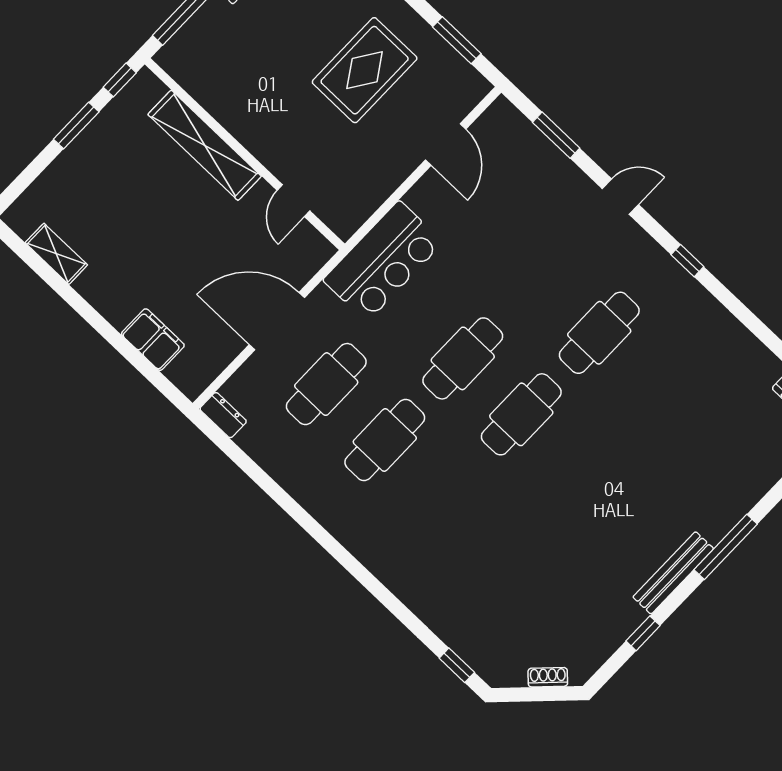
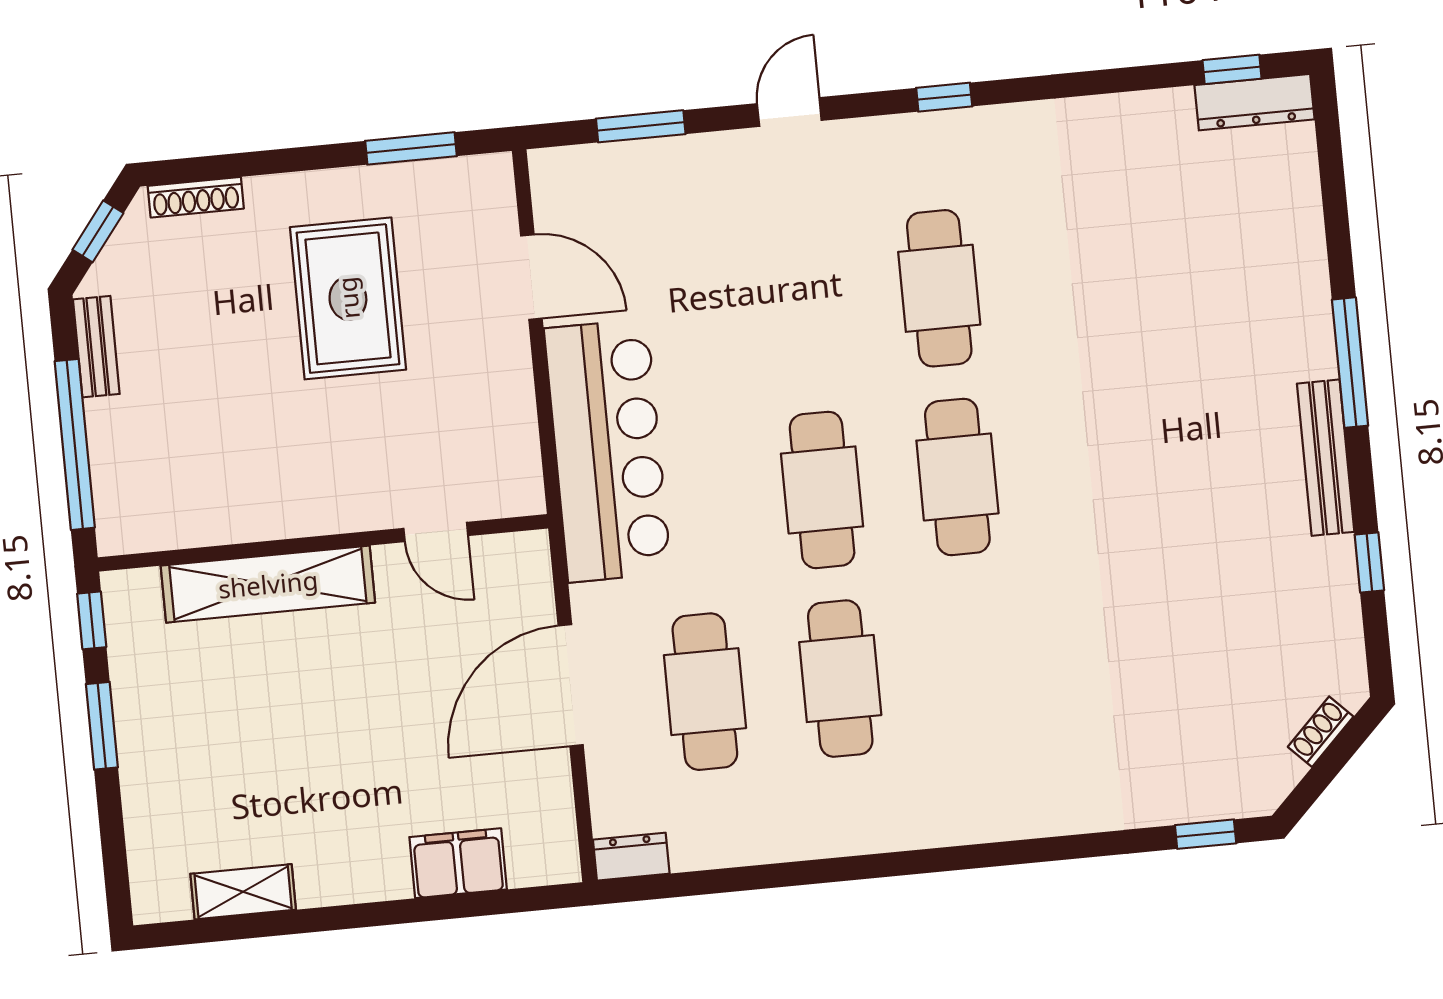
bar counter: (383, 261) -> (608, 451), width x1.36

